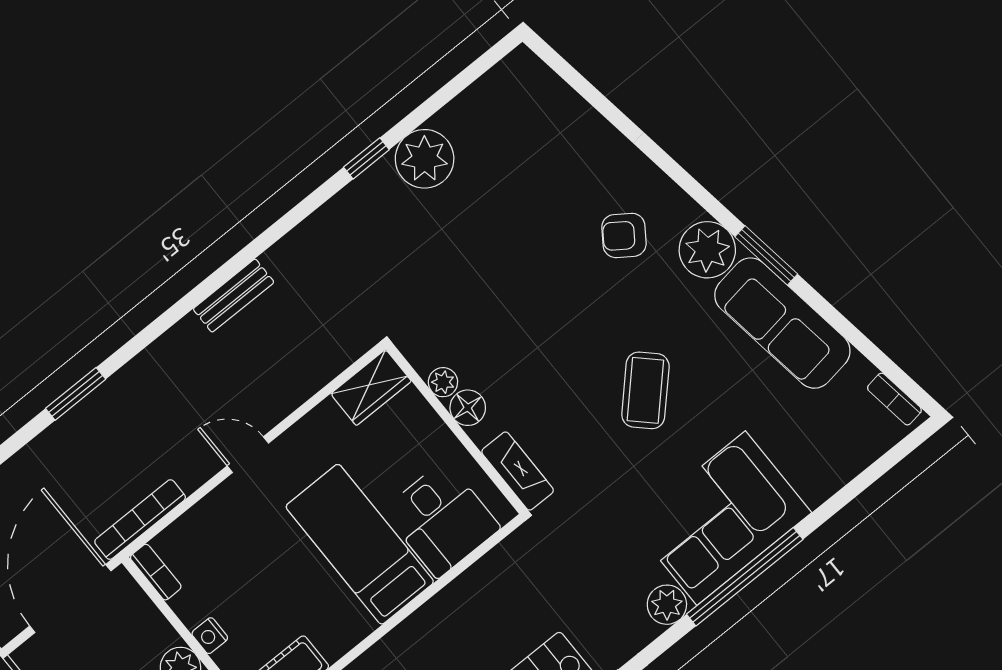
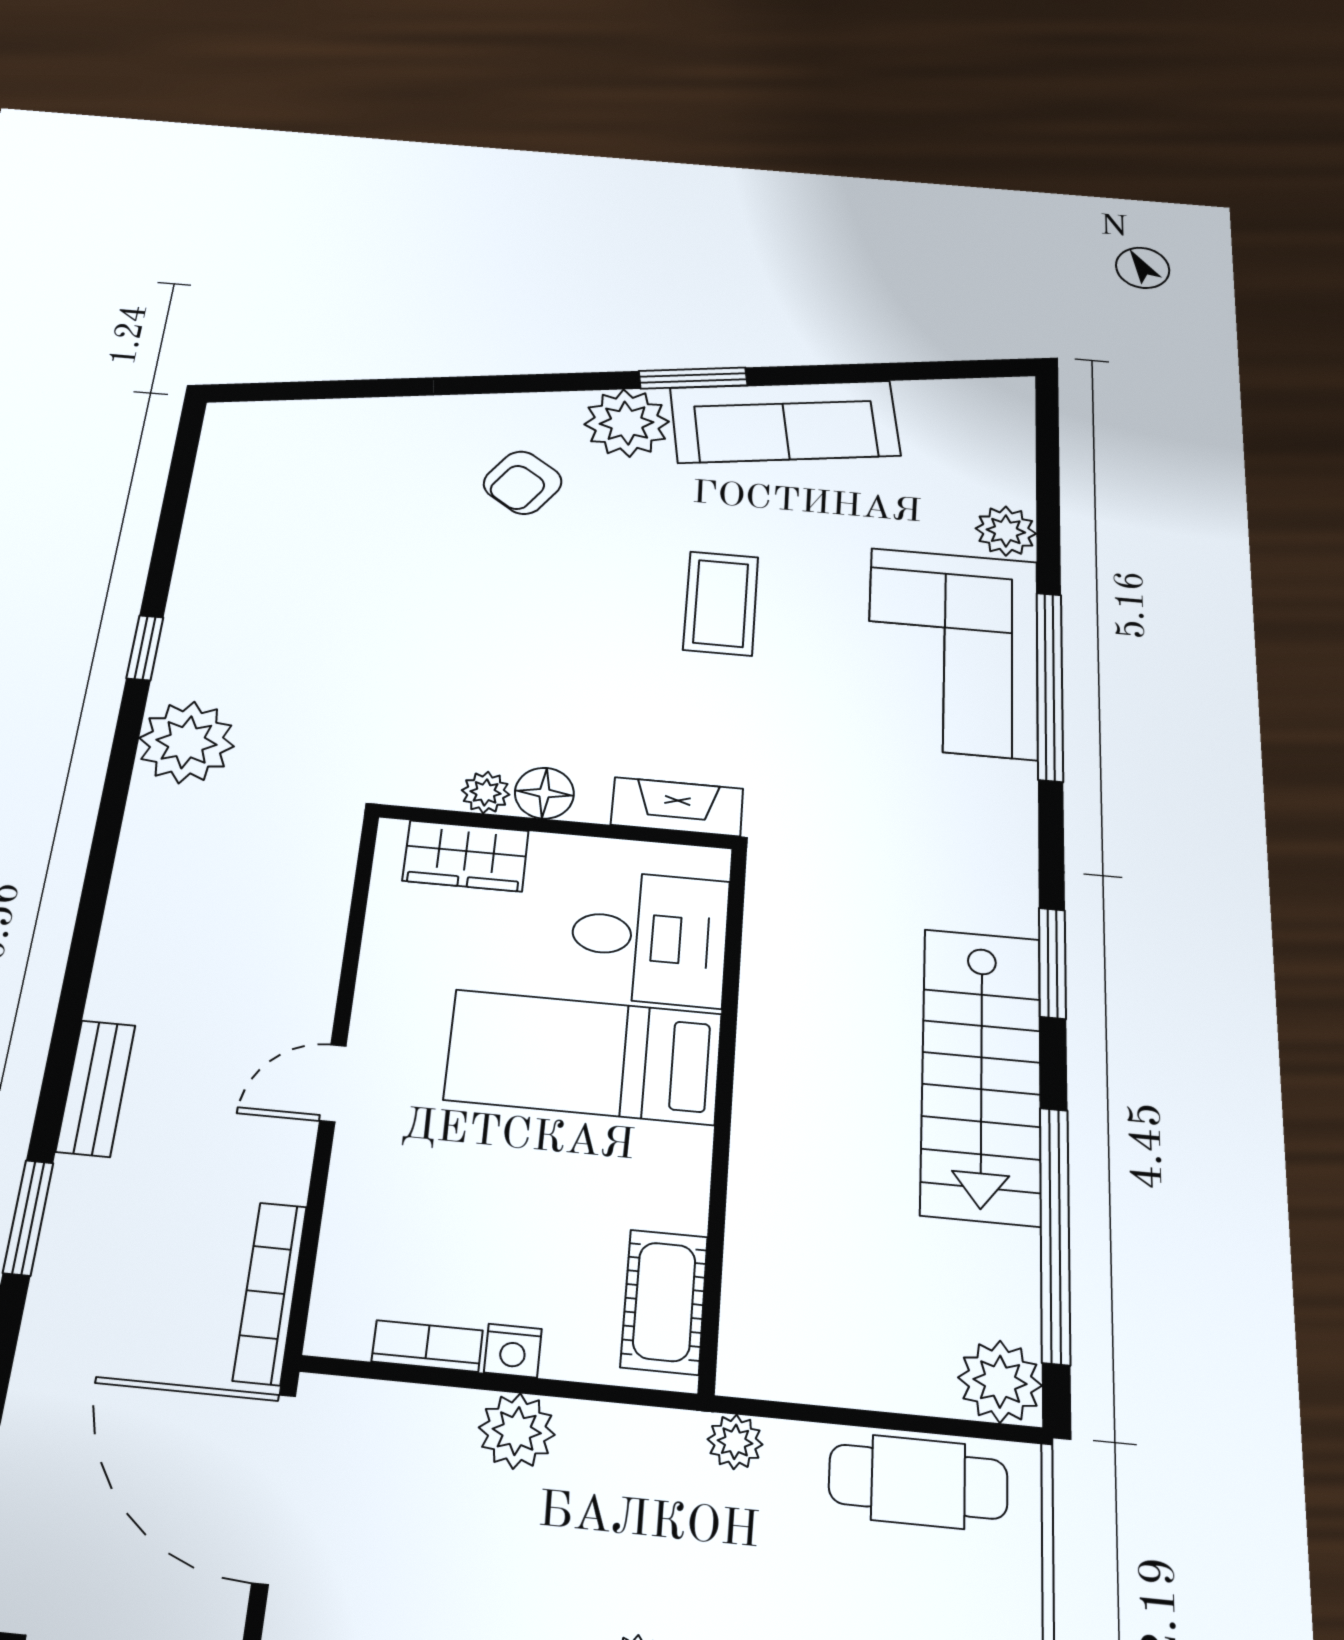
plant: (425, 159) -> (187, 742), moved
bench: (234, 296) -> (96, 1088), moved
wardrobe: (371, 387) -> (466, 856), moved, turned 90
coffee table: (645, 390) -> (721, 603), turned 46
bookcase: (894, 399) -> (981, 391), removed
bookcase: (156, 572) -> (427, 1346), moved
plant: (667, 605) -> (1006, 531), moved

